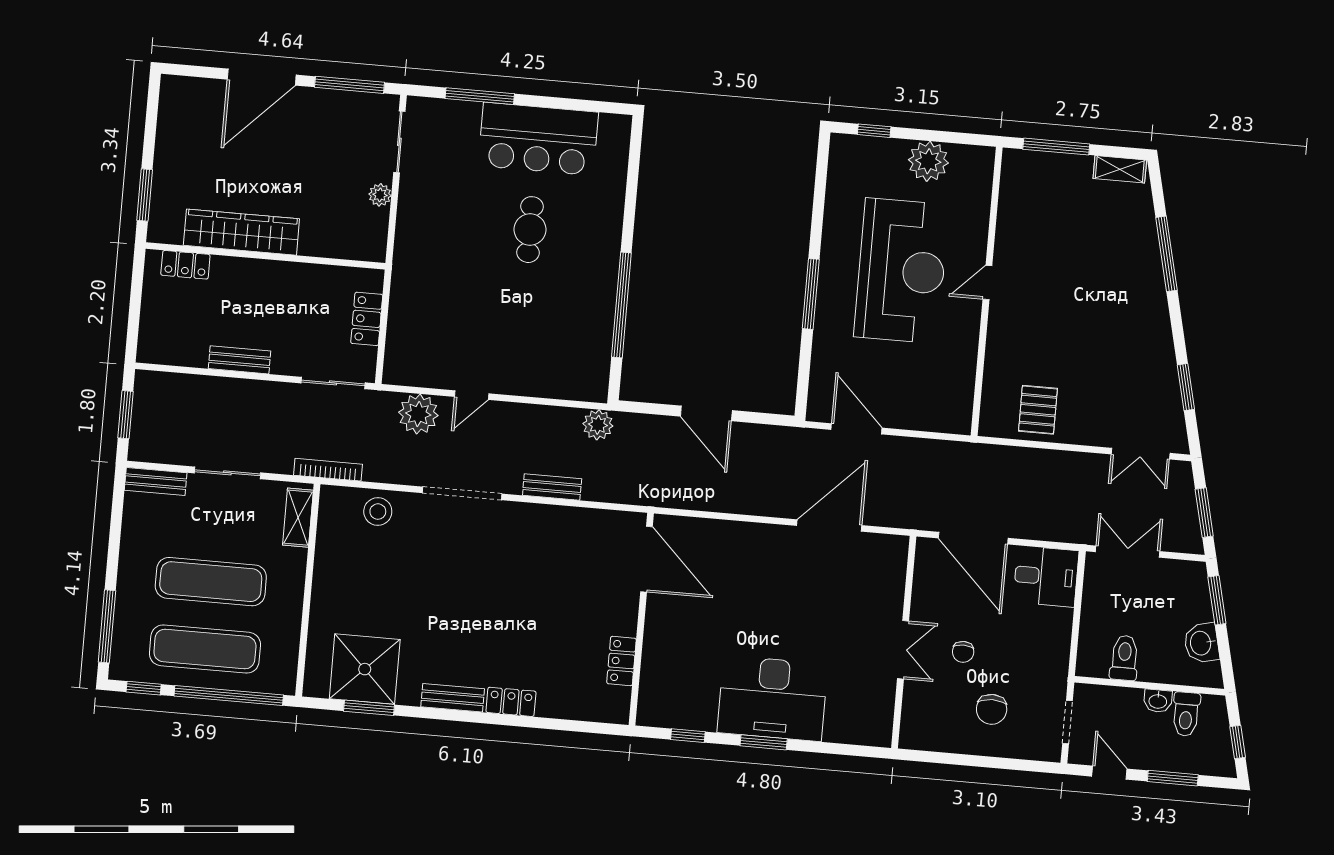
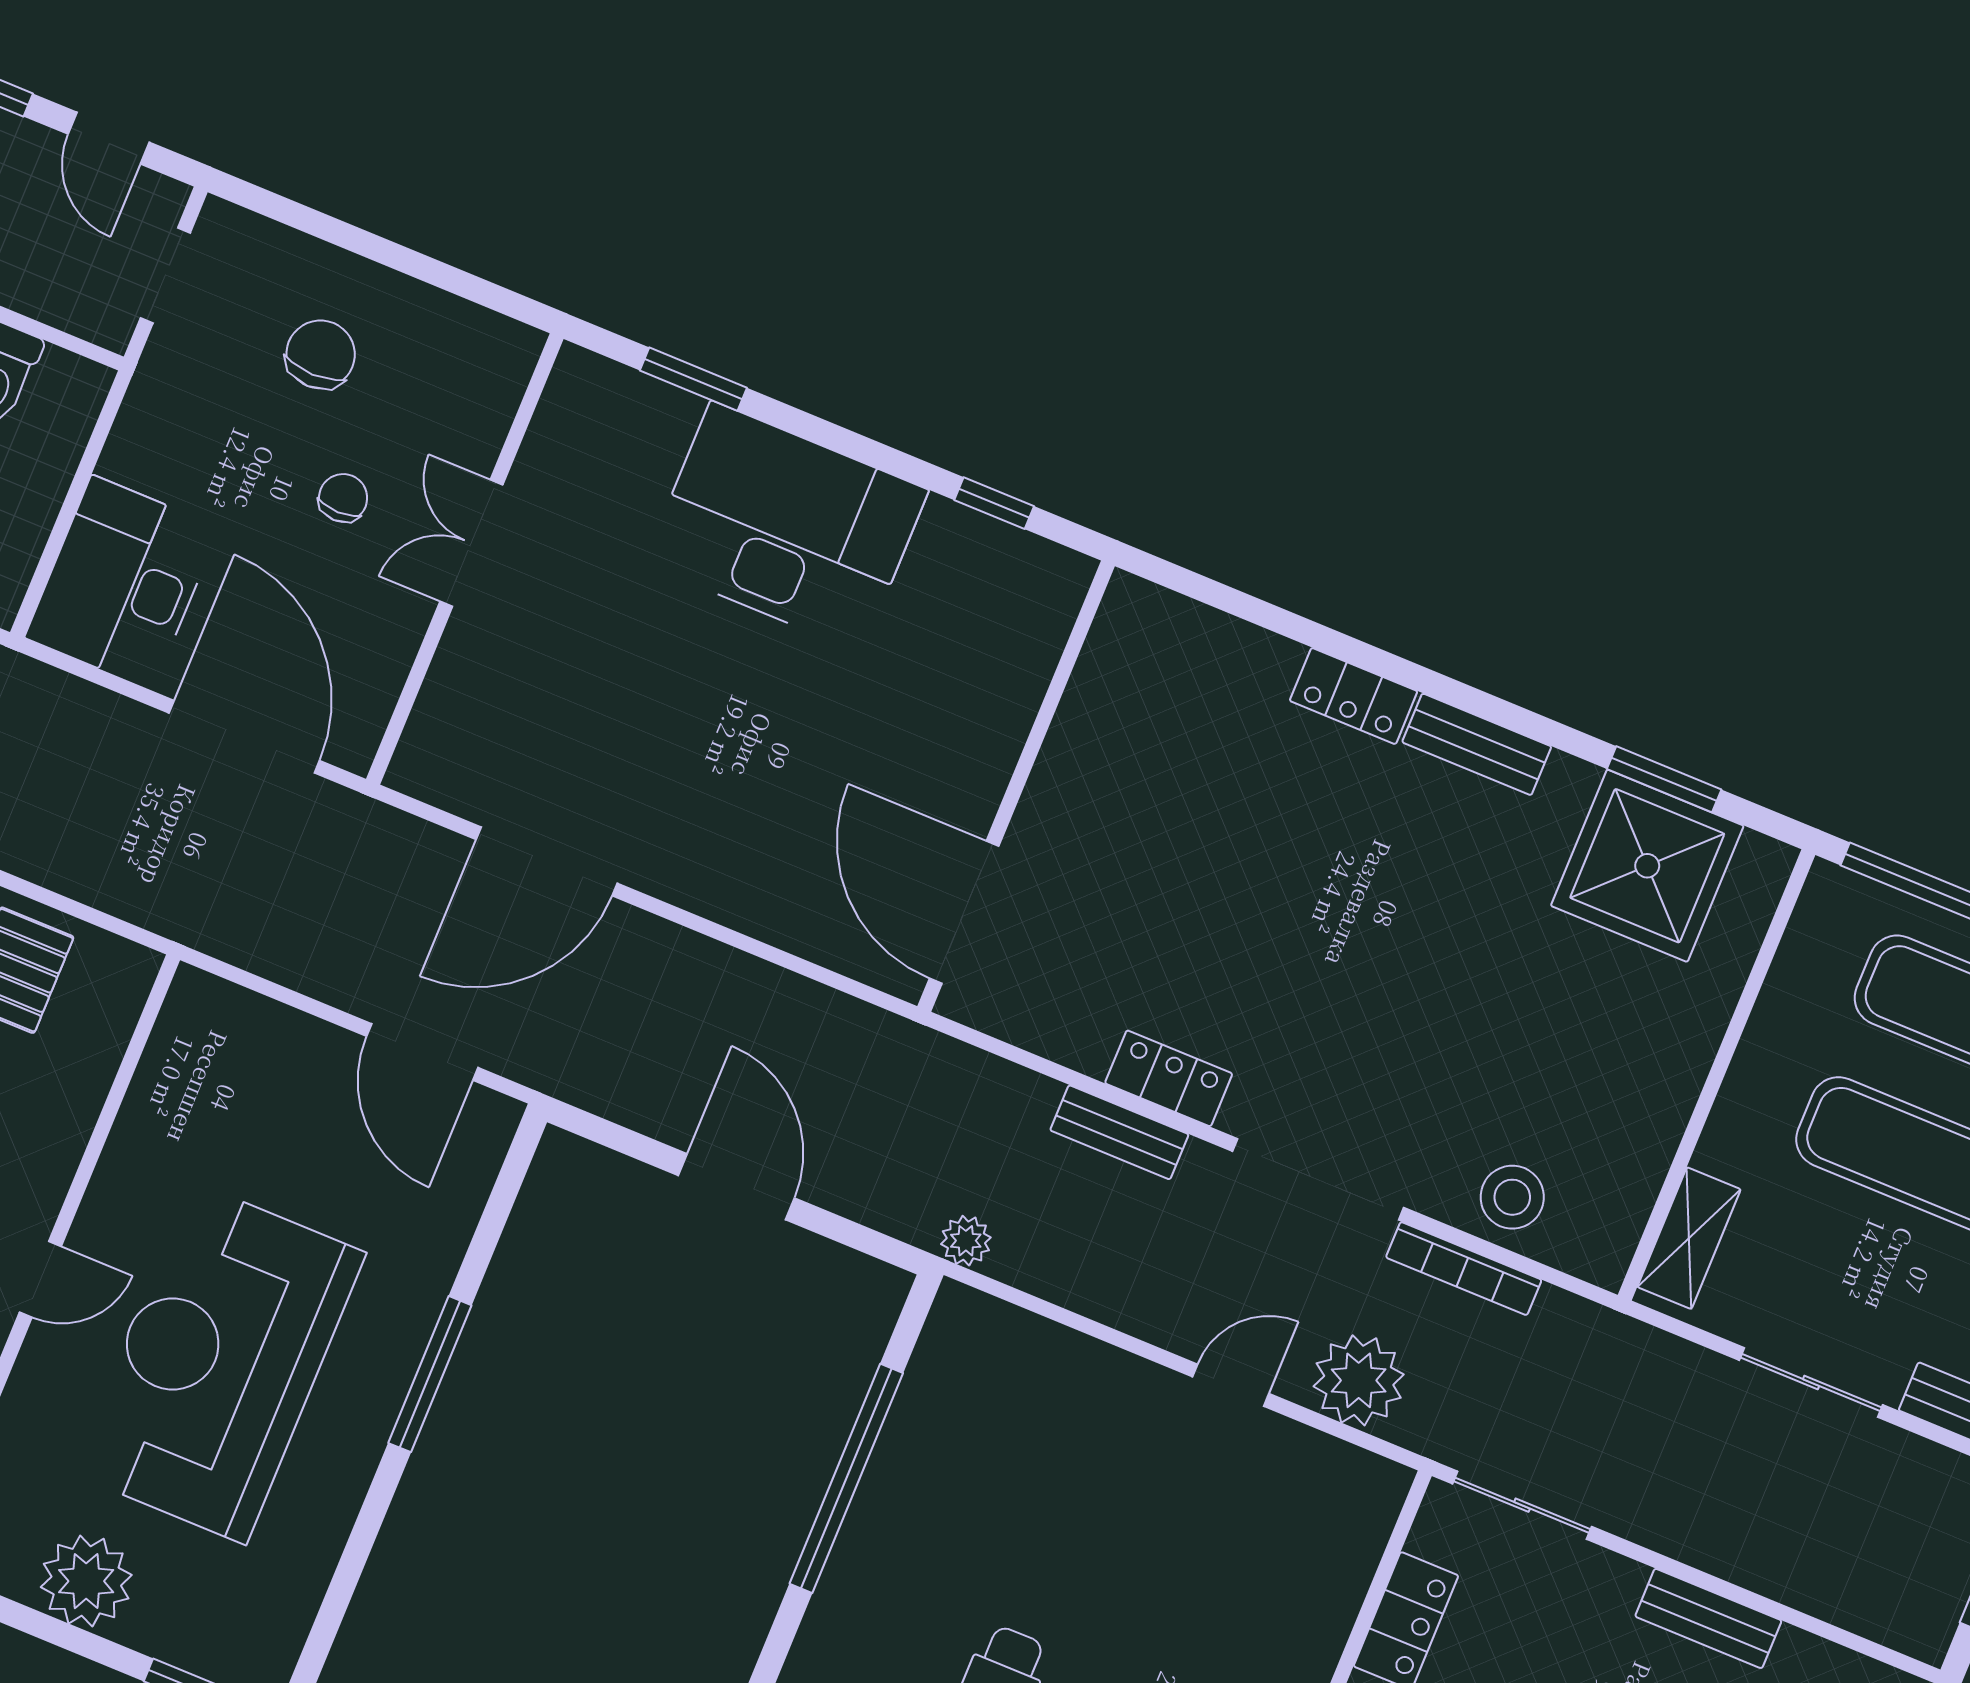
plant: (598, 425) -> (966, 1241), width x0.73, depth x0.73
bookcase: (328, 470) -> (1464, 1269), moved
desk: (1046, 576) -> (122, 582), width x1.37
locker: (622, 661) -> (1169, 1078), moved, turned -90
window: (764, 742) -> (693, 379), moved

